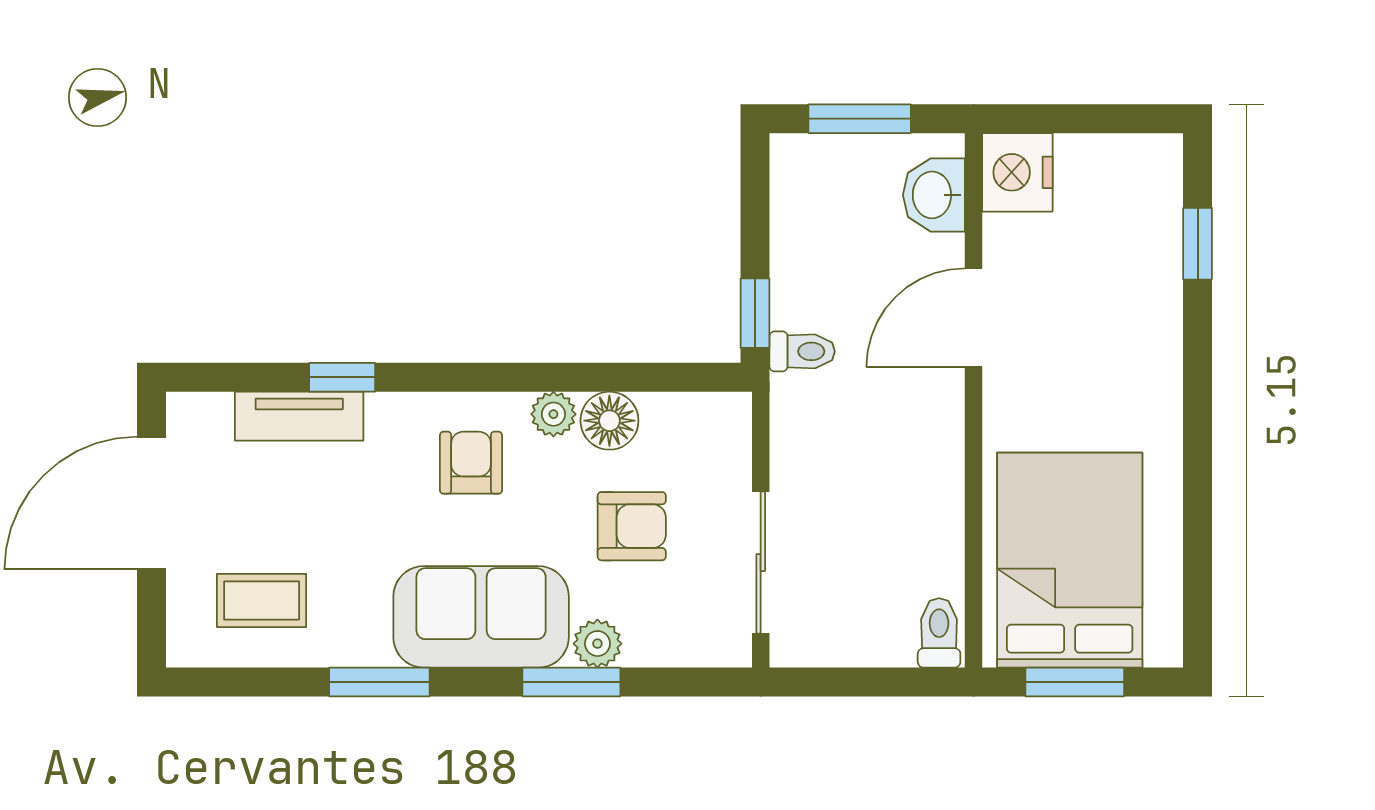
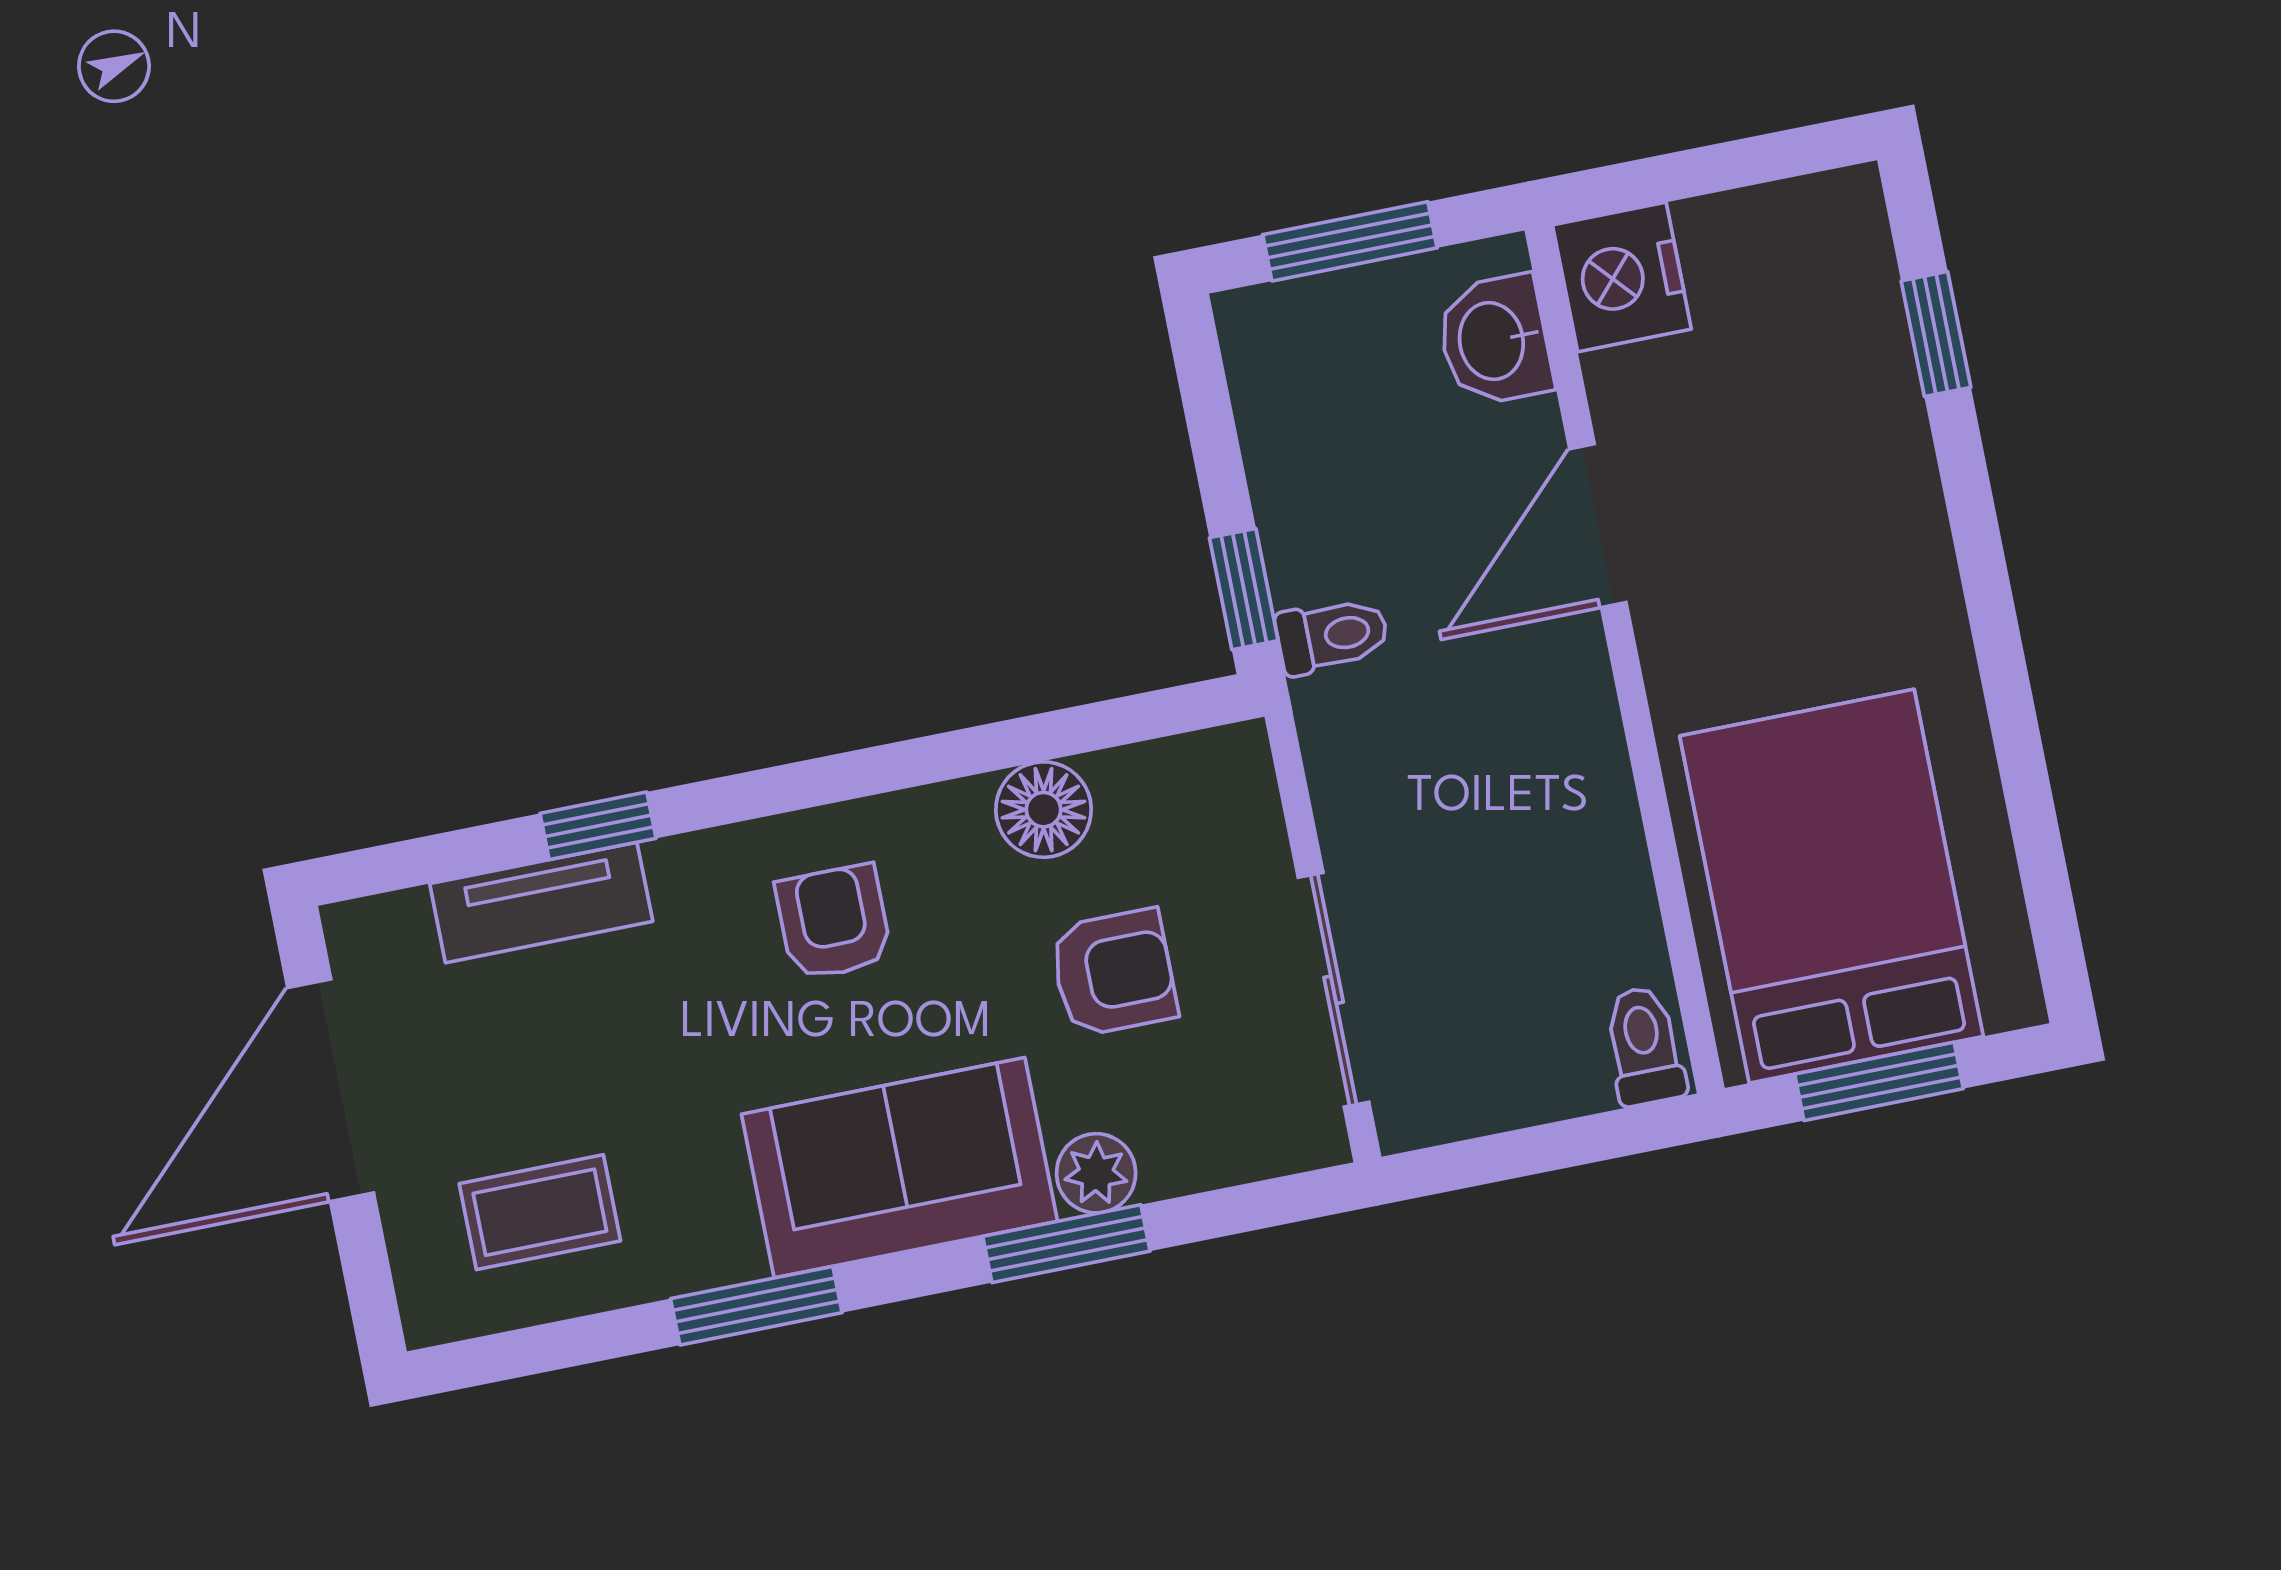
plant: (553, 414) -> (951, 817), removed

